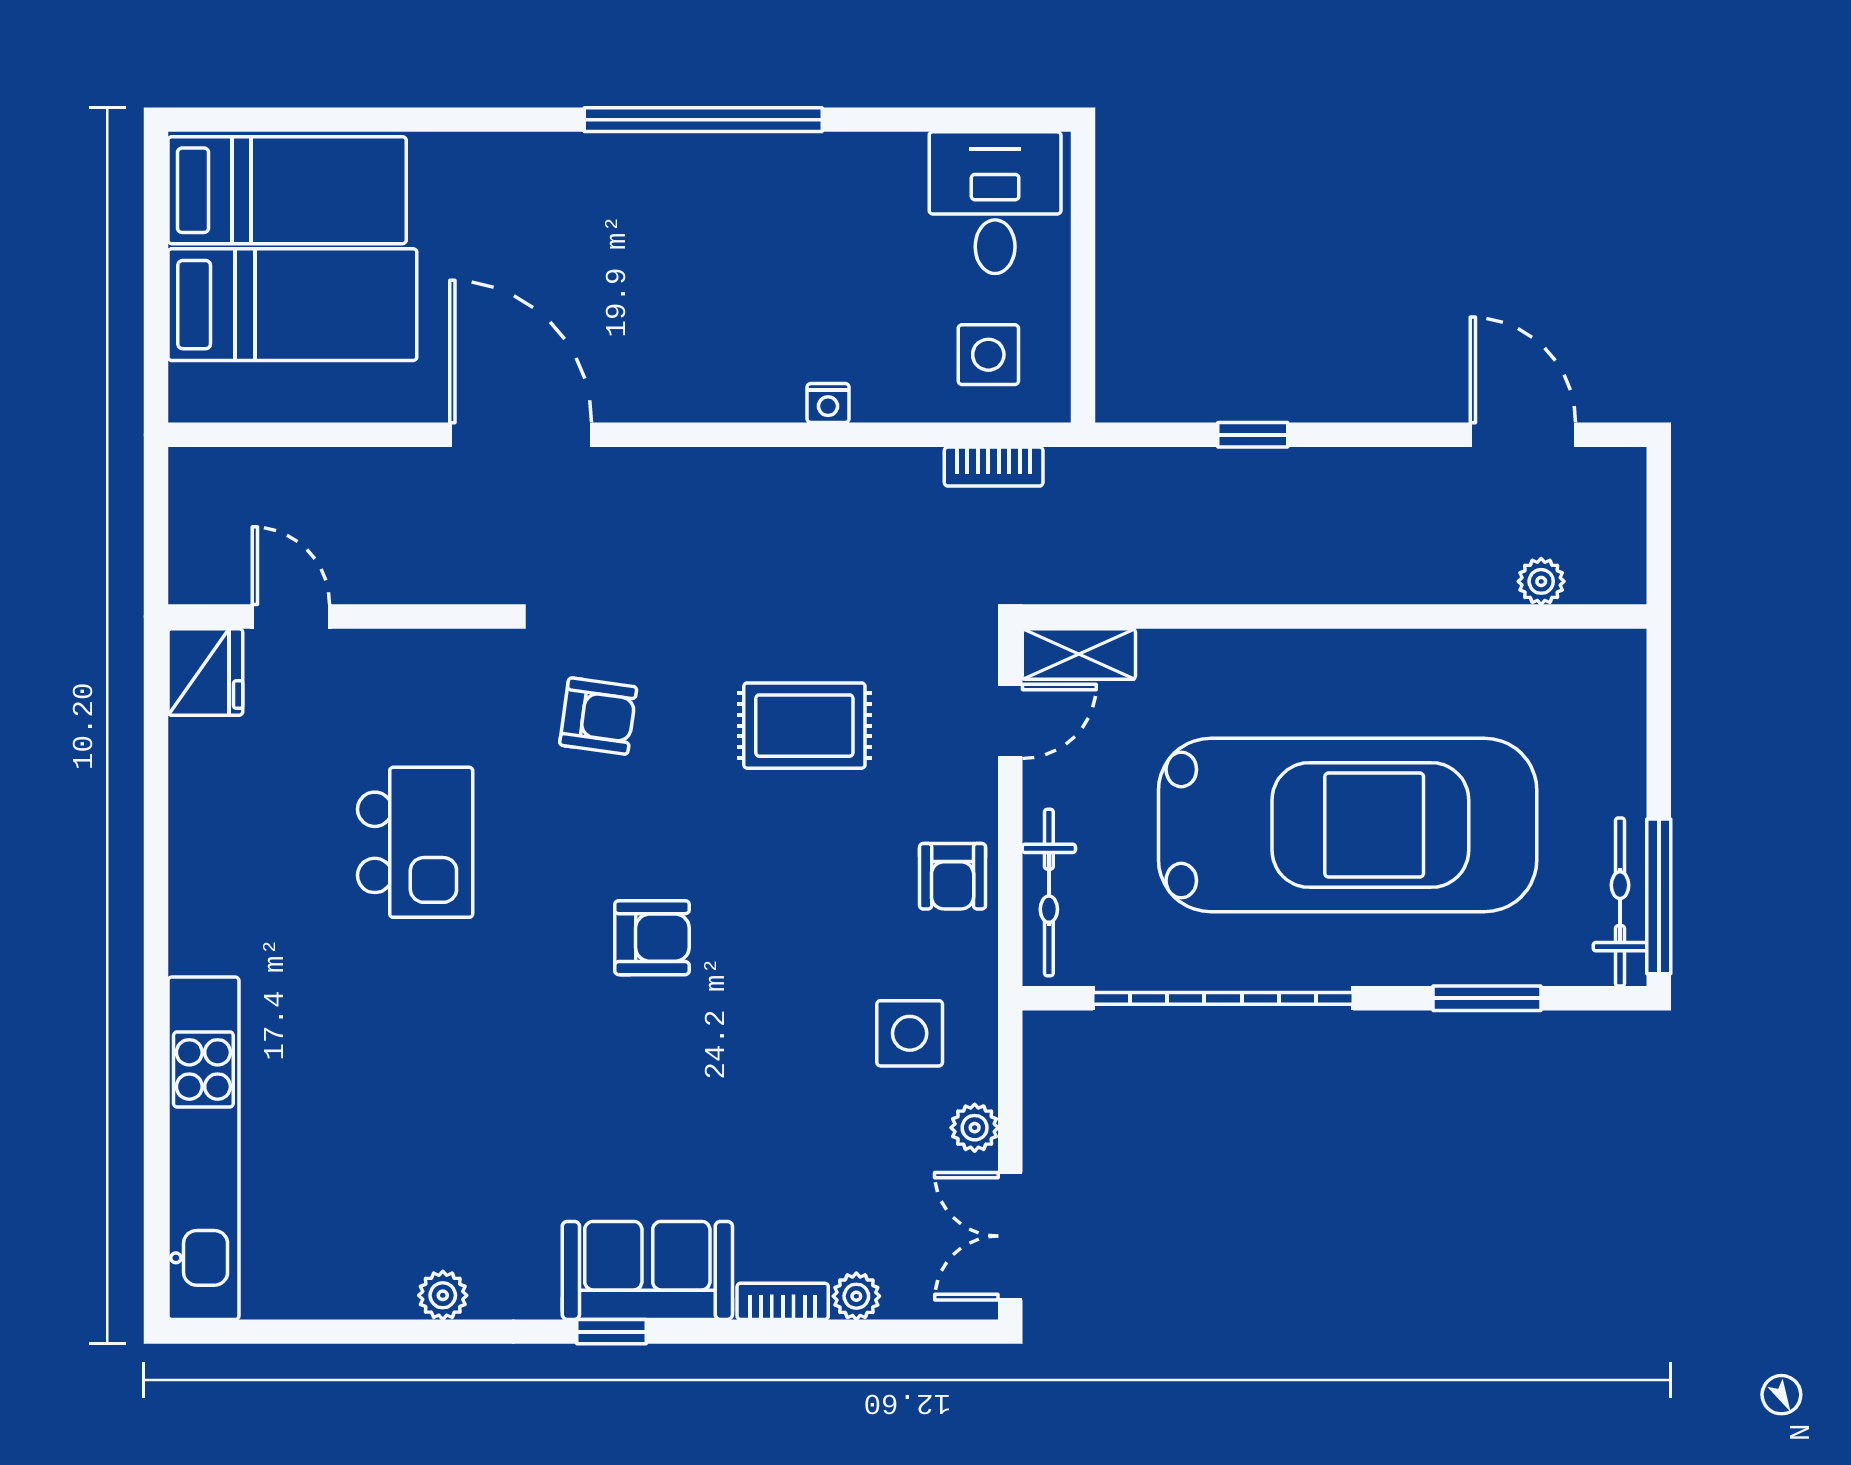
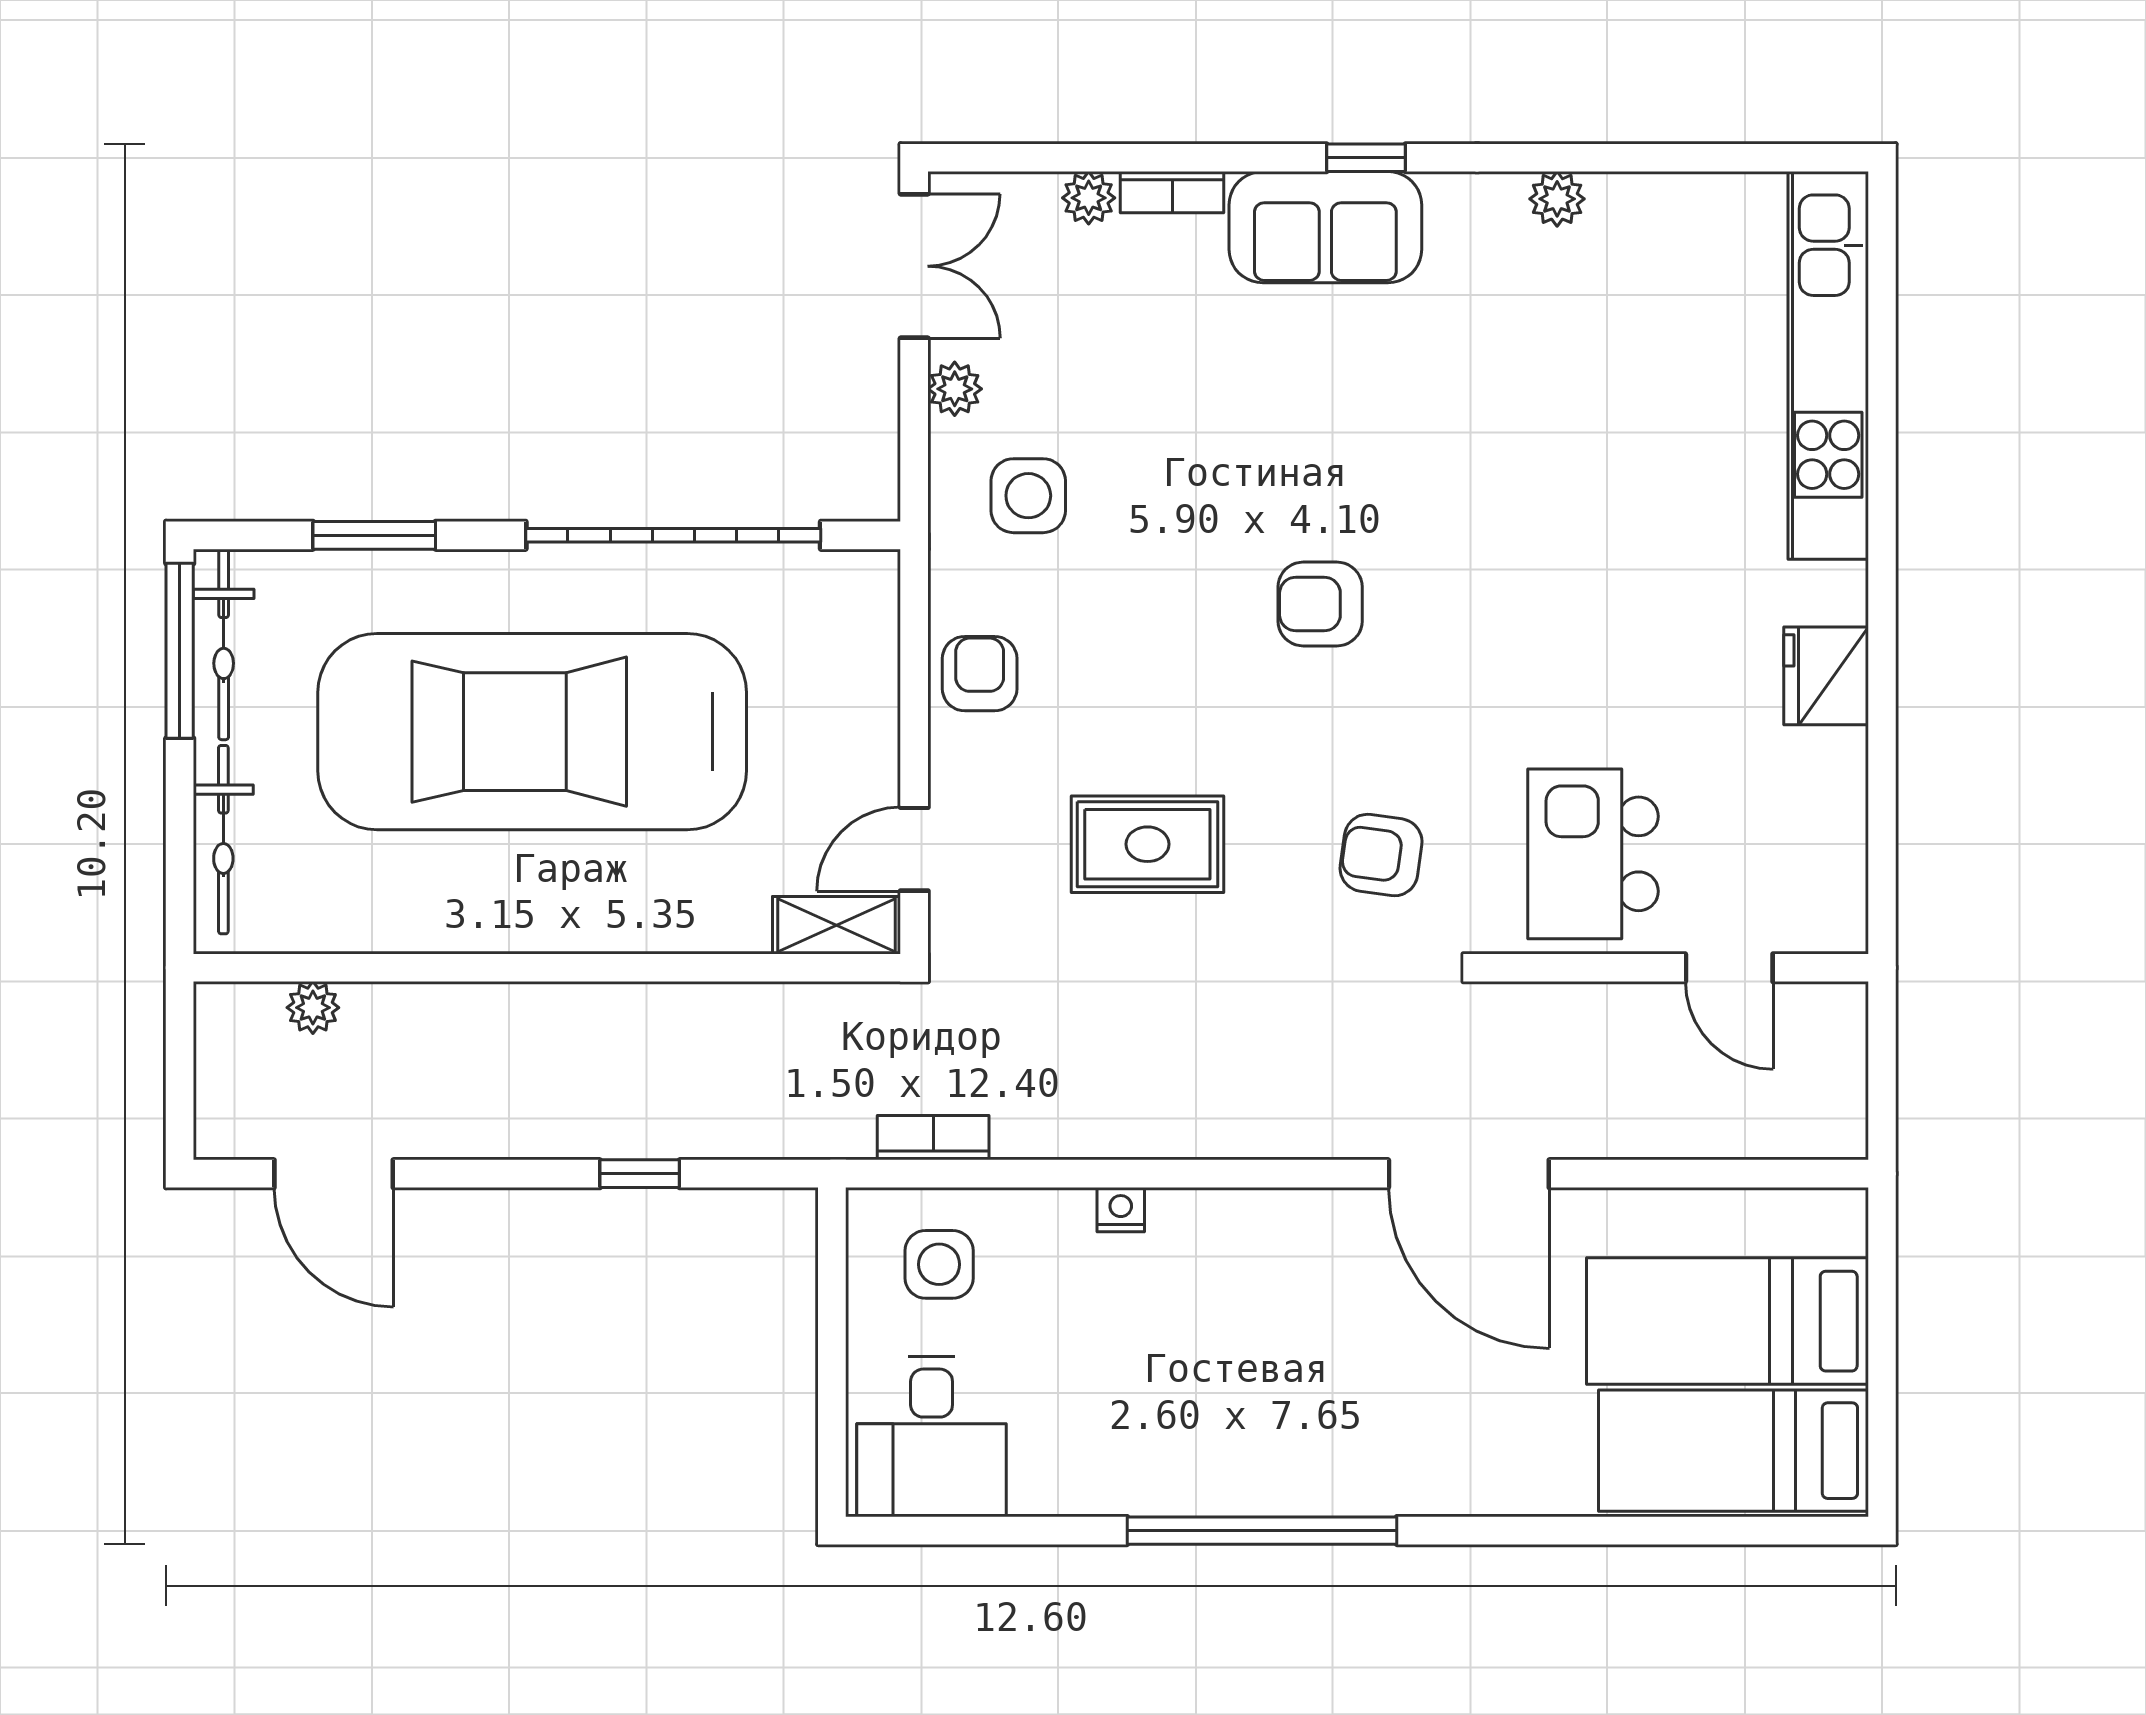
fridge: (205, 672) -> (1826, 676), moved
kitchen island: (415, 842) -> (1593, 854), moved
bicycle: (1049, 893) -> (223, 840), moved, turned 180

